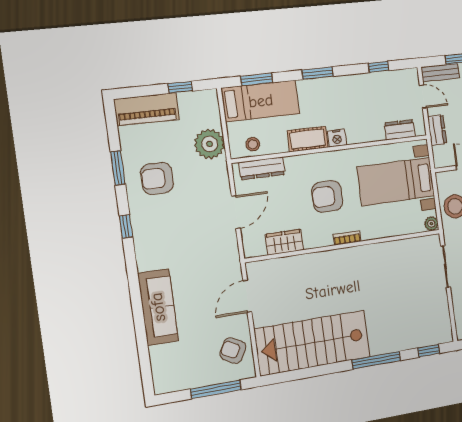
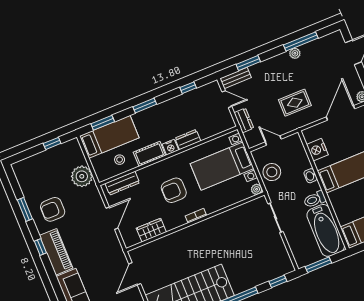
piano: (147, 109) -> (56, 252), moved, turned -90
dresser: (400, 130) -> (188, 140), moved
stool: (253, 144) -> (120, 160), moved

